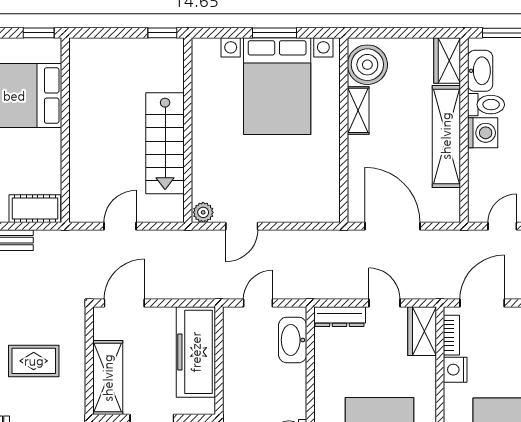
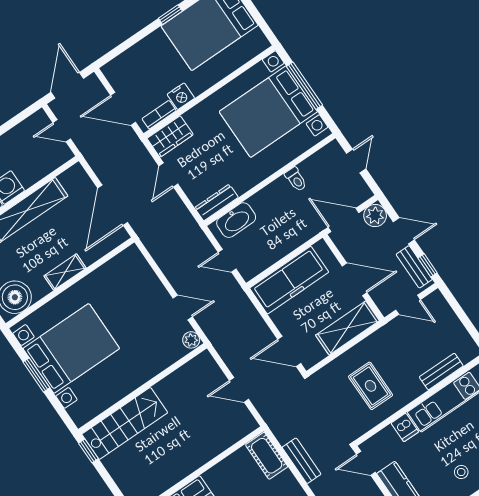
shelving: (358, 110) -> (65, 272), moved
stairs: (165, 143) -> (125, 423), moved
dresser: (340, 317) -> (216, 202), moved, turned -90

